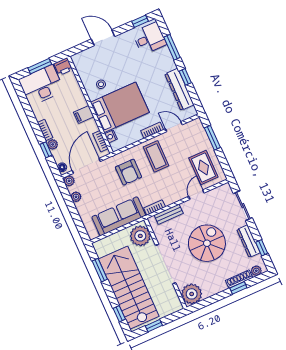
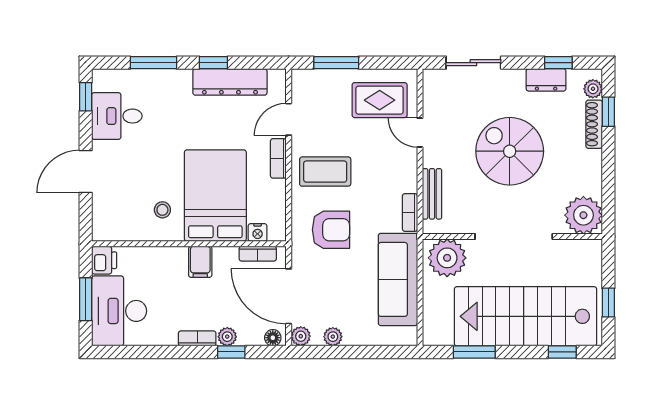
desk: (149, 38) -> (117, 116), moved, turned -90
dresser: (248, 241) -> (546, 80), width x0.70
window: (238, 288) -> (608, 112), moved

